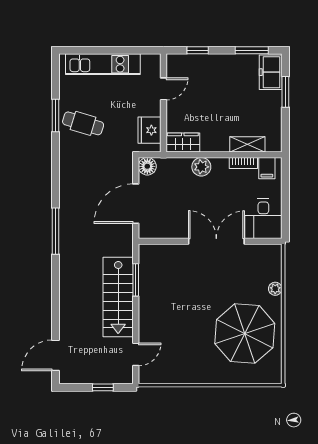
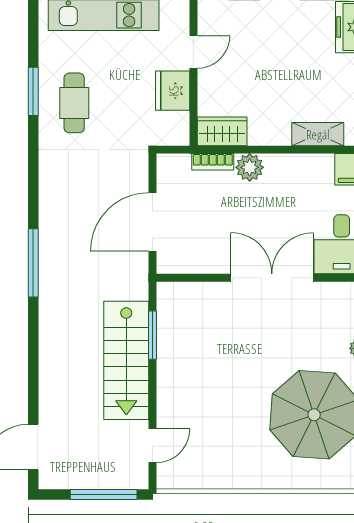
cafe table: (83, 123) -> (74, 103), turned 73
fridge: (149, 130) -> (173, 91), moved
bookcase: (243, 163) -> (213, 162), moved
floor lamp: (147, 166) -> (169, 167), removed
window: (103, 387) -> (104, 494), width x2.17

